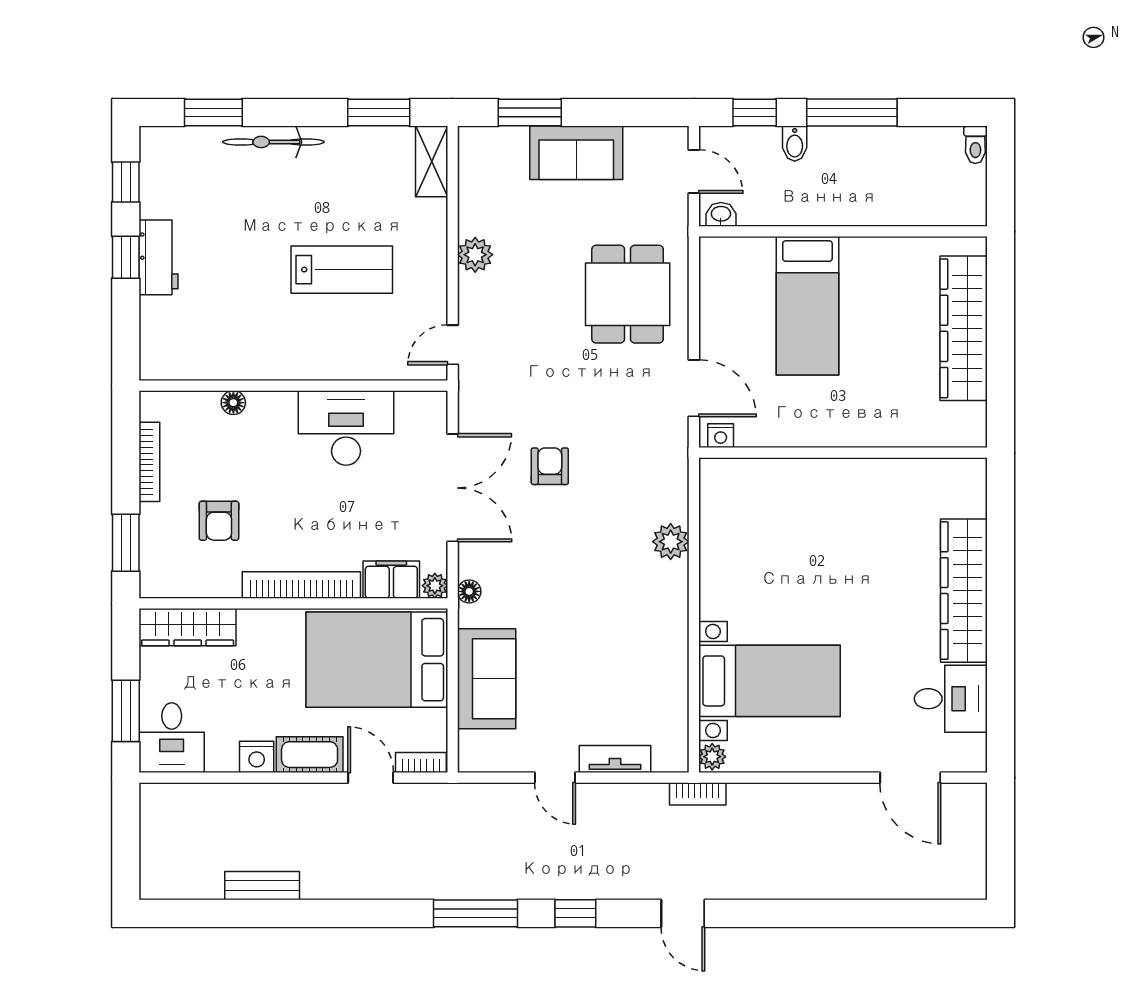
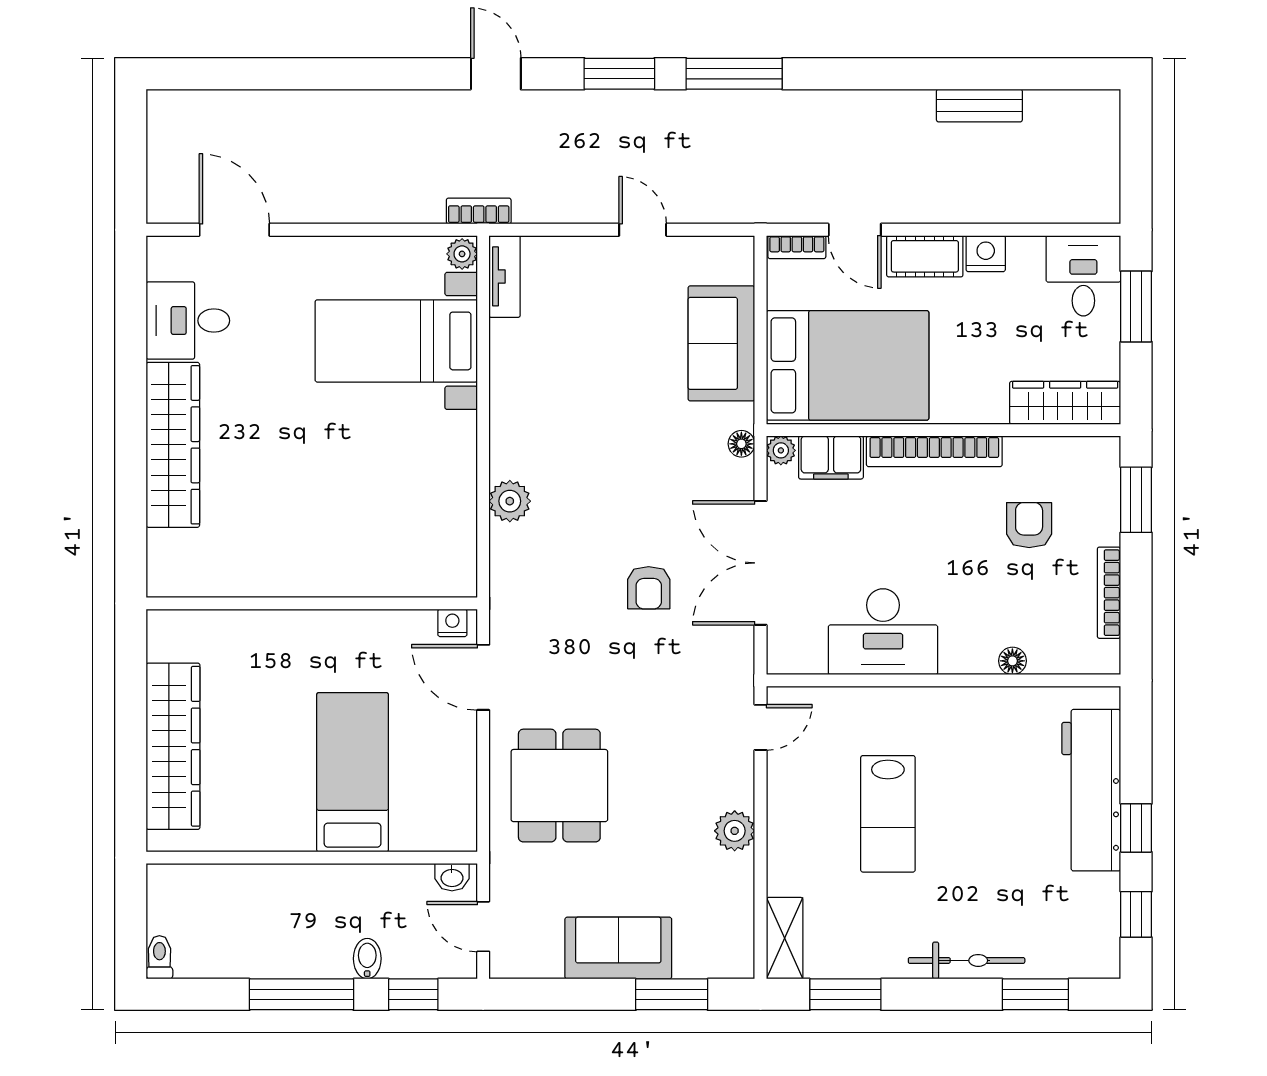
workbench: (159, 257) -> (1091, 790), width x1.87, depth x1.32
lab bench: (342, 270) -> (888, 814), turned -90
tv unit: (615, 759) -> (505, 276), moved, turned -90
window: (575, 913) -> (619, 74), width x1.50

